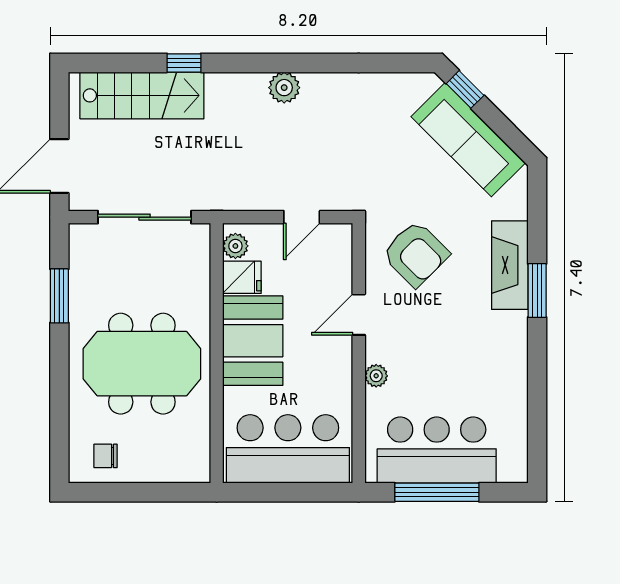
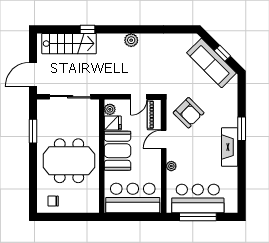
window: (465, 89) -> (222, 53), moved
piano: (337, 258) -> (154, 115), added
fireplace: (510, 265) -> (230, 147), moved

